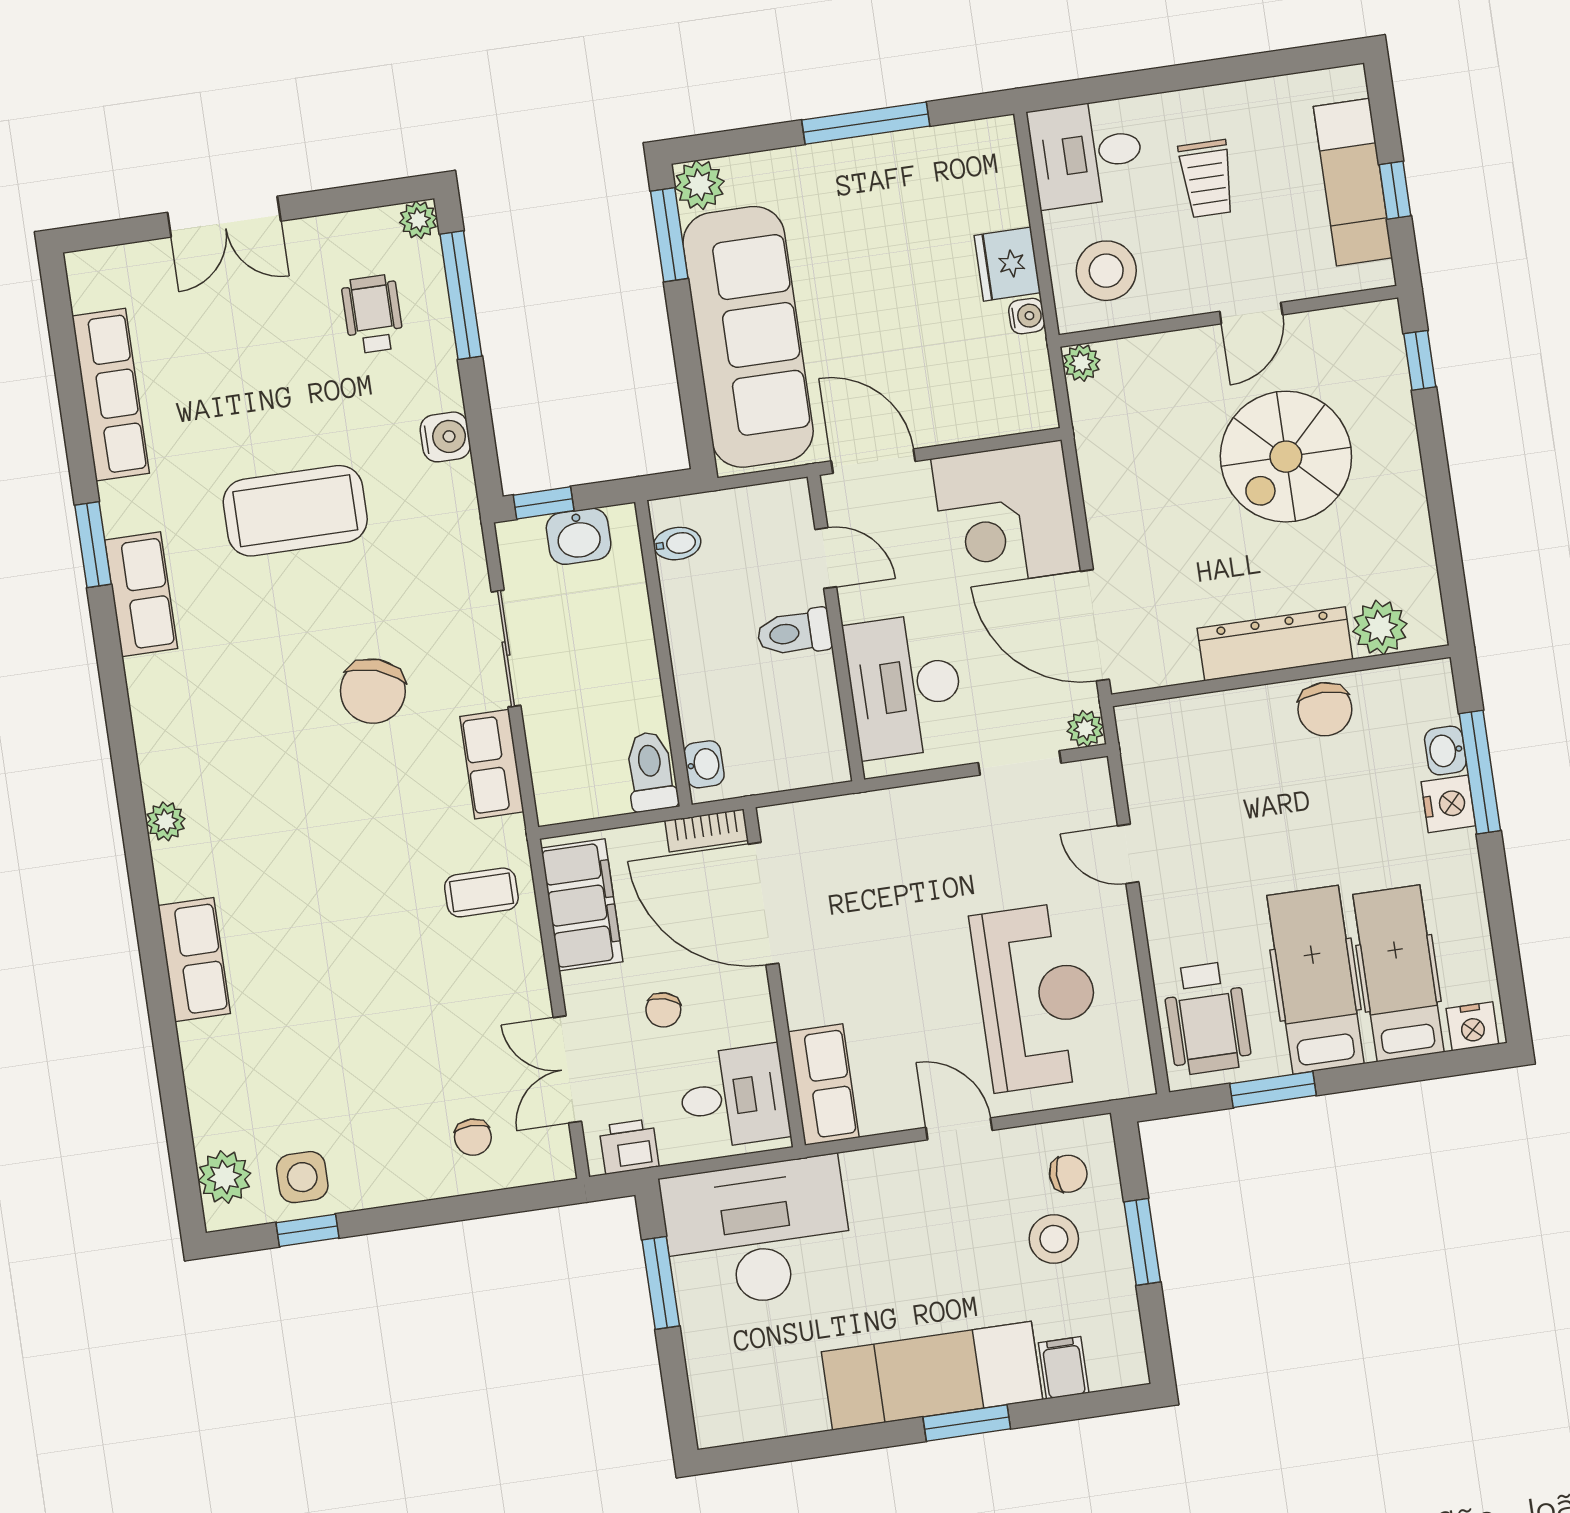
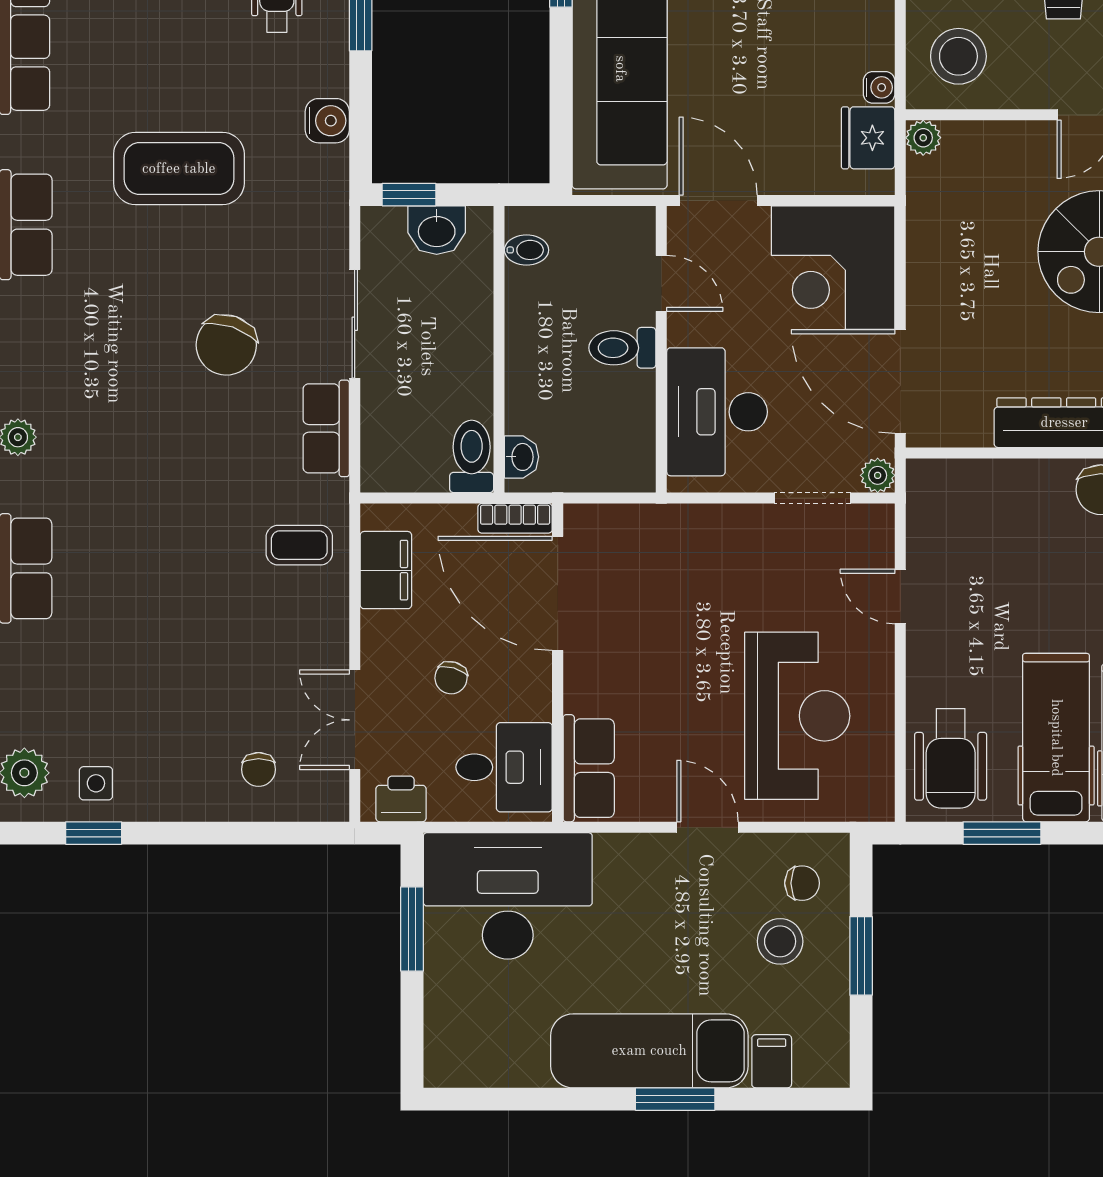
fridge: (1007, 264) -> (868, 138), moved
filing cabinet: (582, 905) -> (386, 570), width x0.67, depth x0.86
side table: (302, 1177) -> (96, 783), width x0.73, depth x0.73

